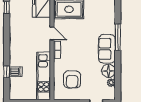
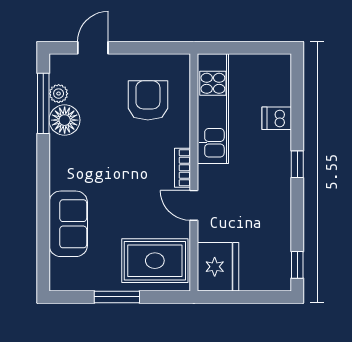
window: (118, 37) -> (43, 103), moved
sofa: (107, 49) -> (68, 224), moved
window: (7, 72) -> (297, 164), moved

